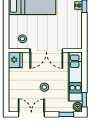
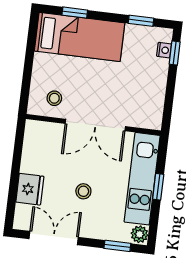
fridge: (15, 60) -> (30, 189), moved
window: (84, 100) -> (158, 187), moved

